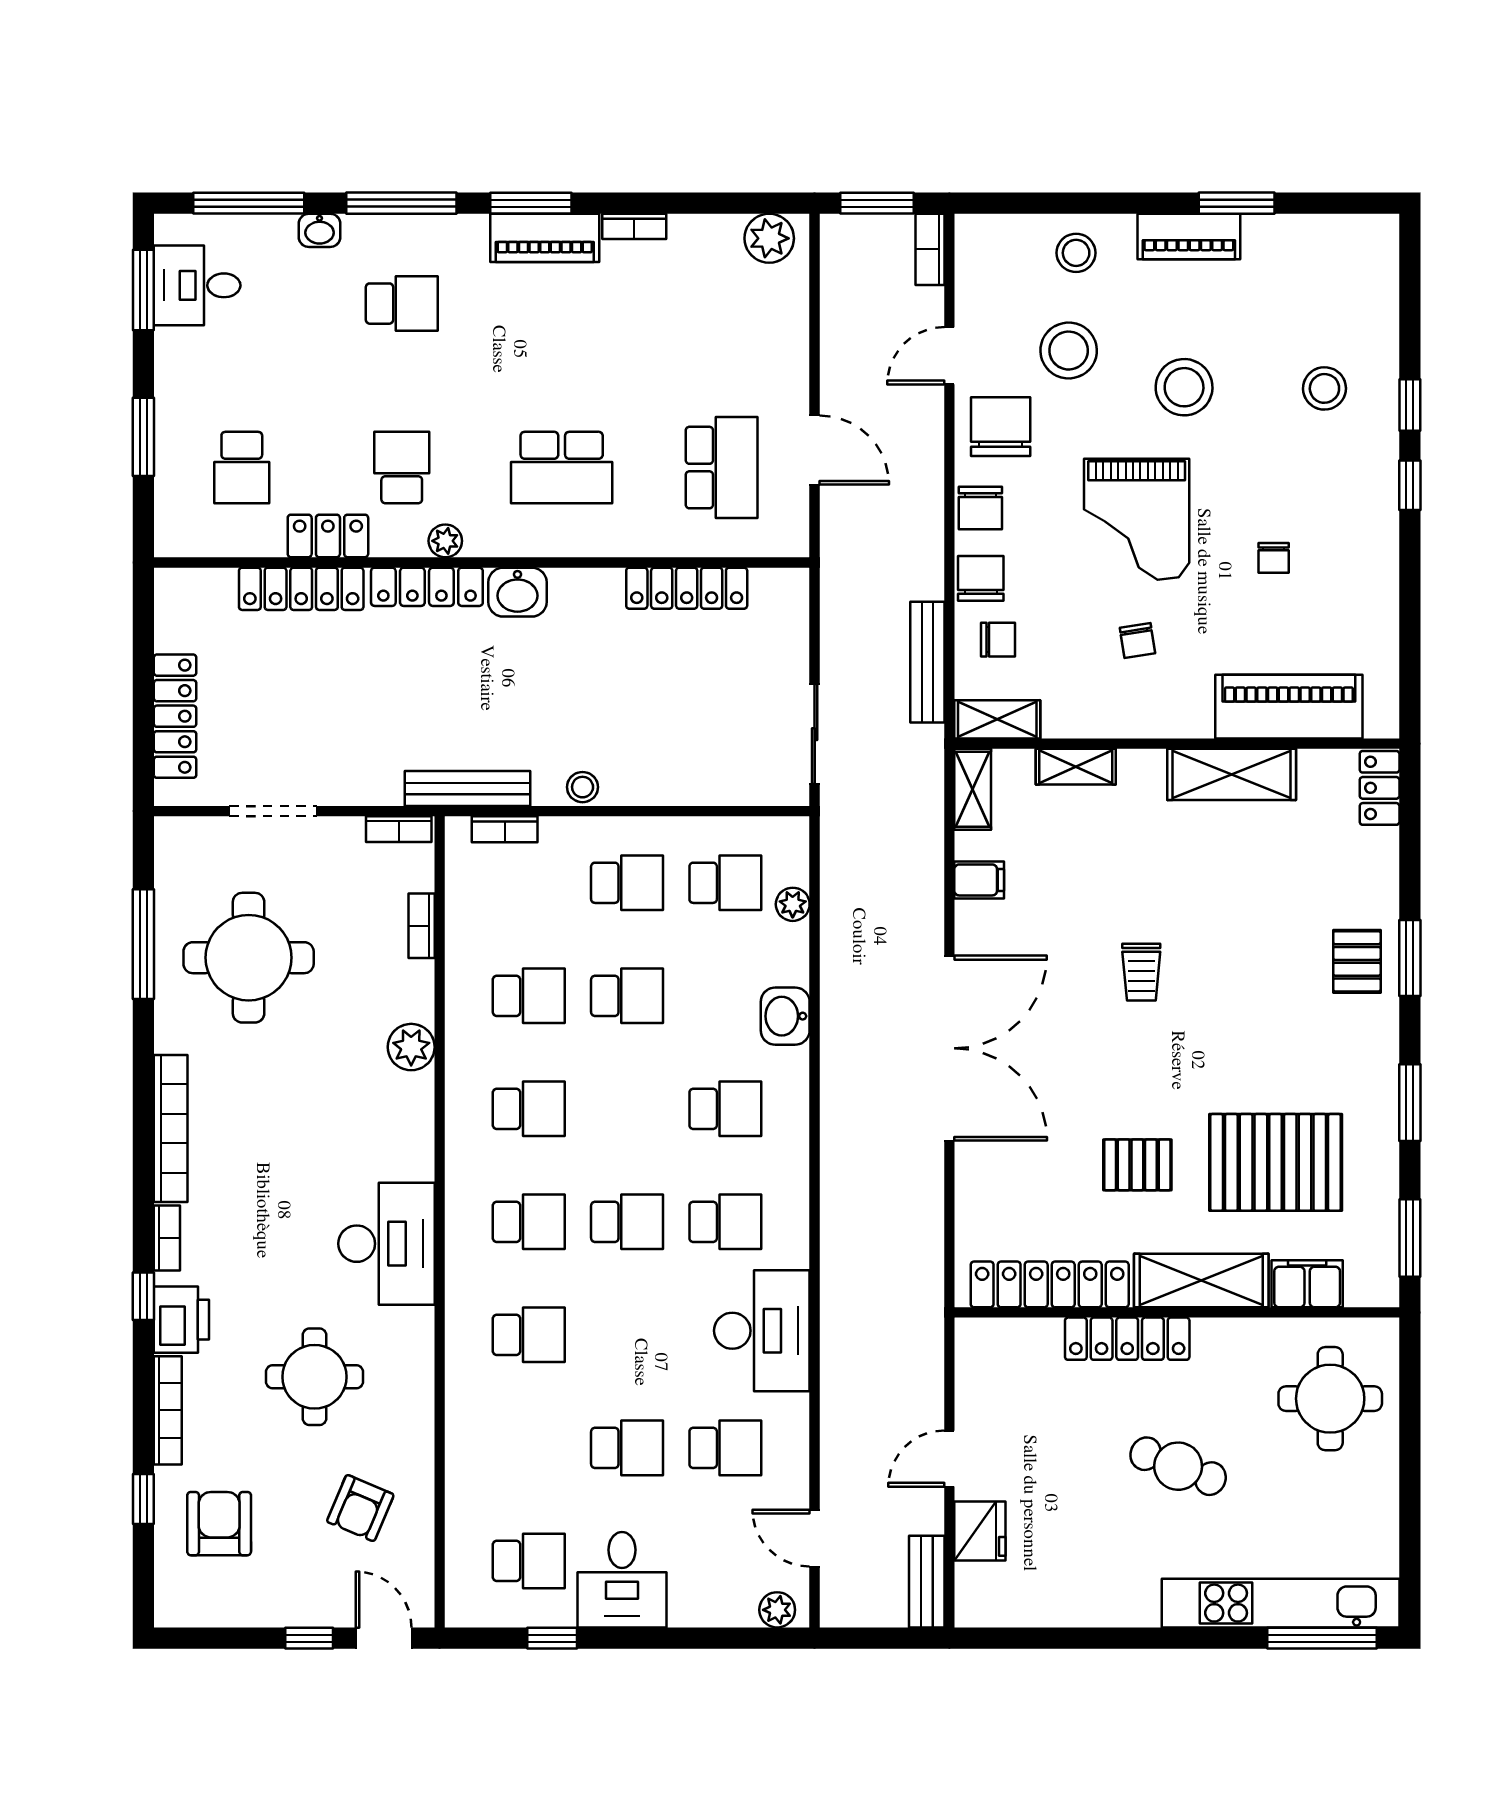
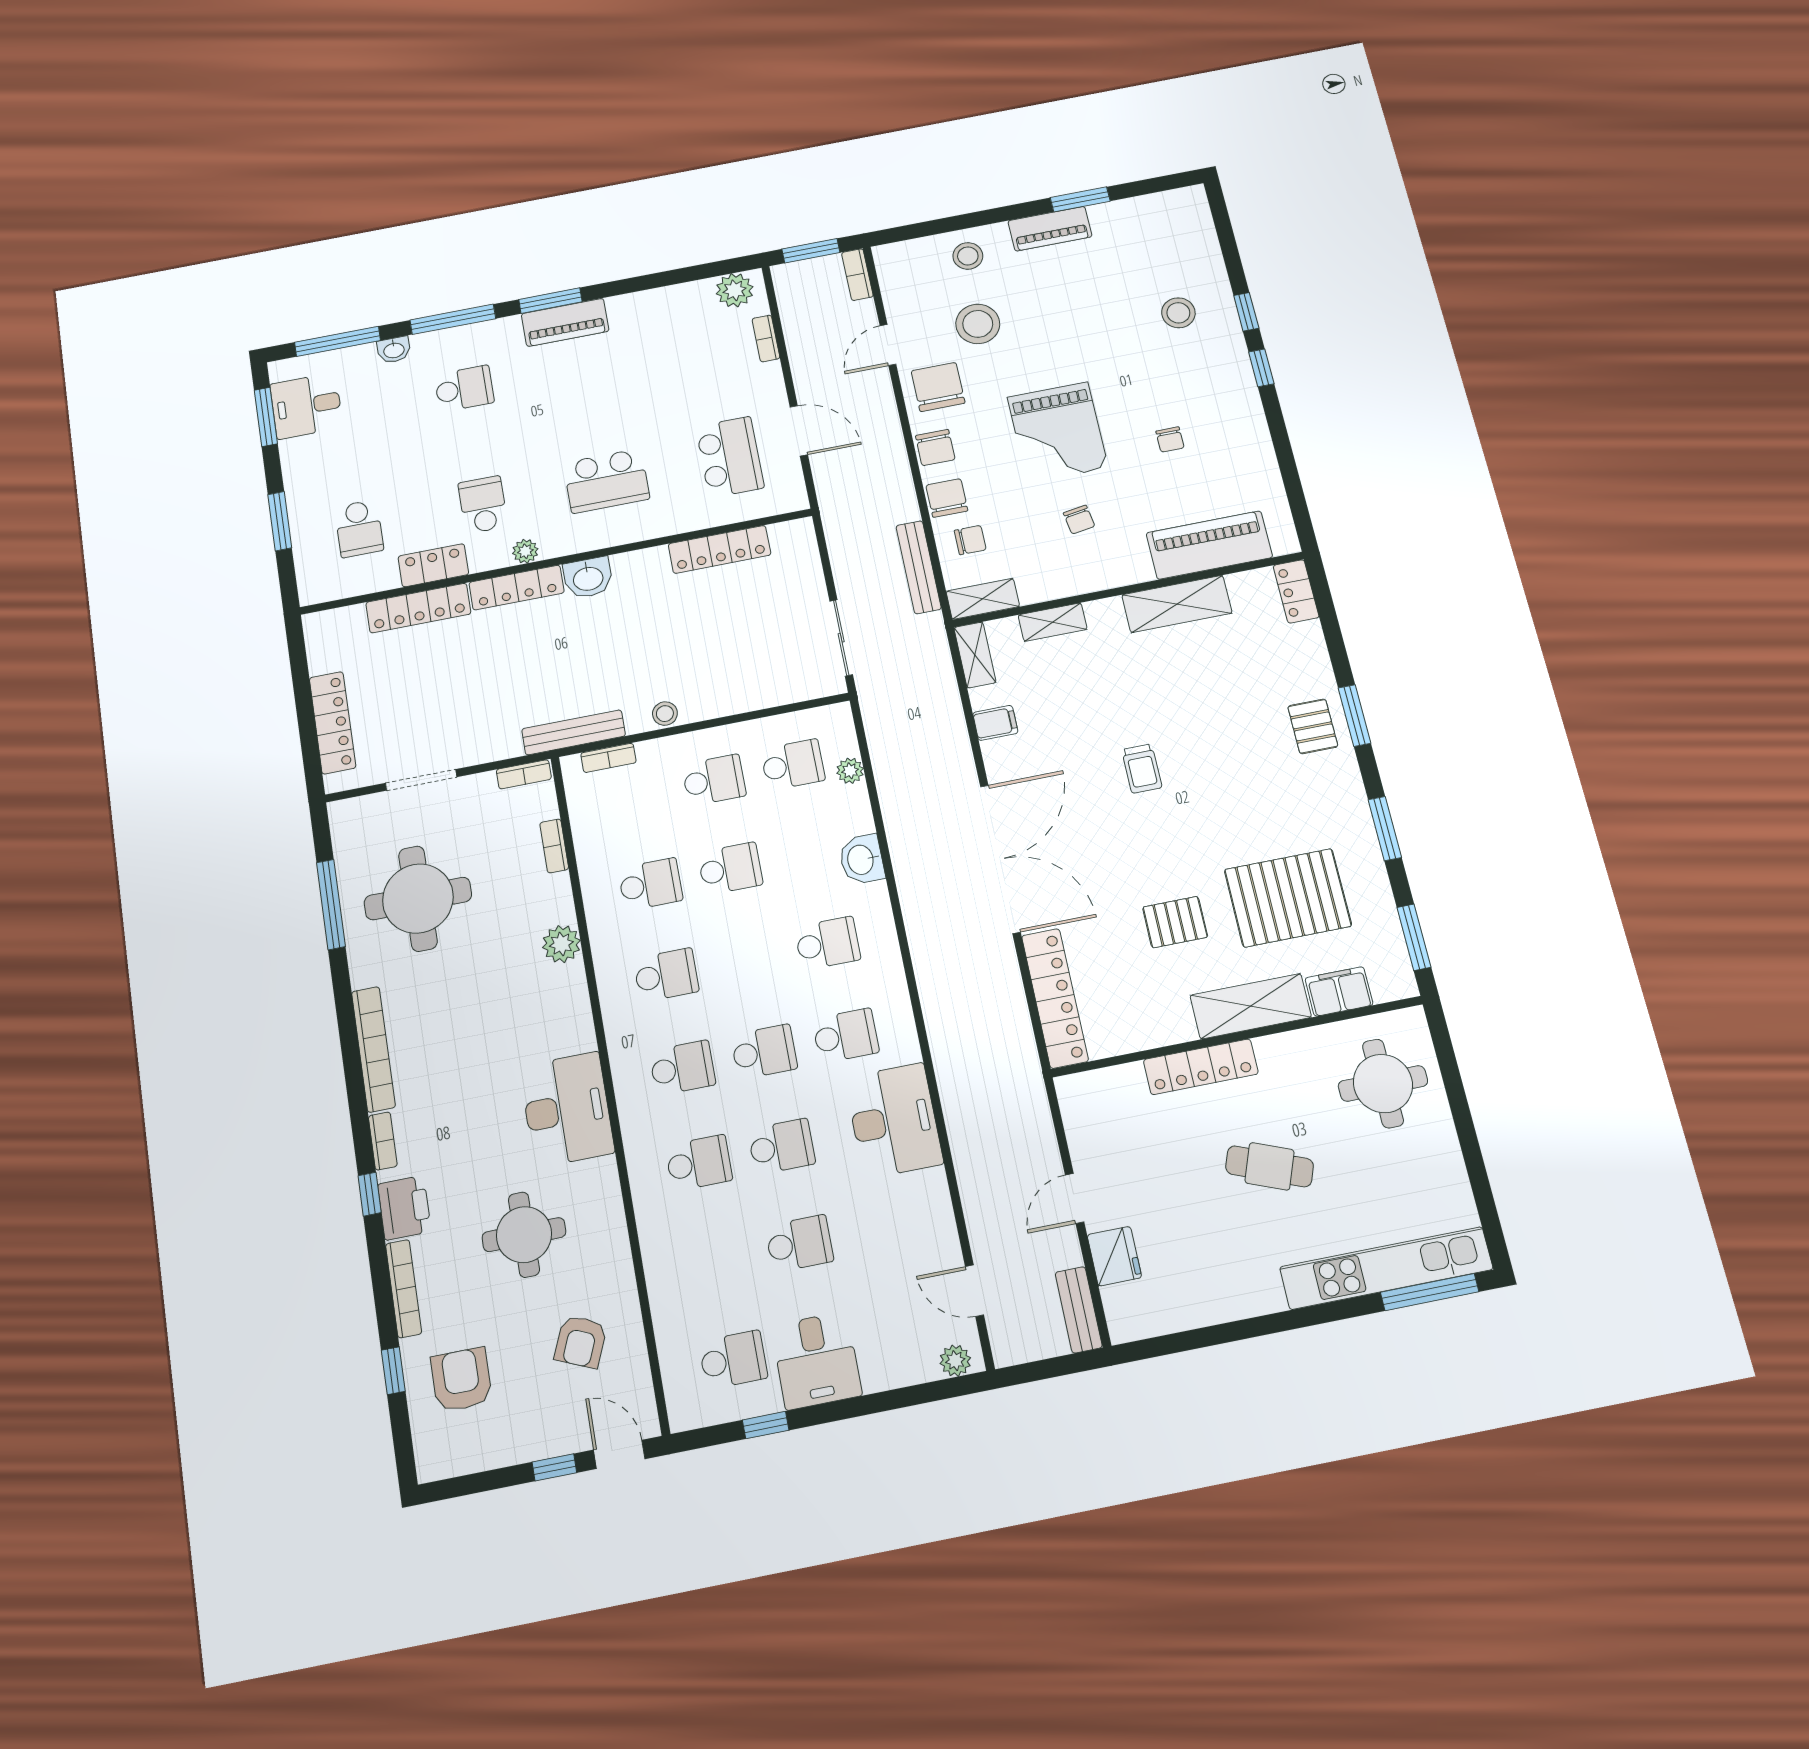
bookcase: (634, 226) -> (766, 338), moved, turned 90
stool: (1184, 387) -> (1071, 332), removed
locker: (1050, 1284) -> (1055, 998), moved, turned 90
school desk: (725, 1448) -> (781, 1147), moved

